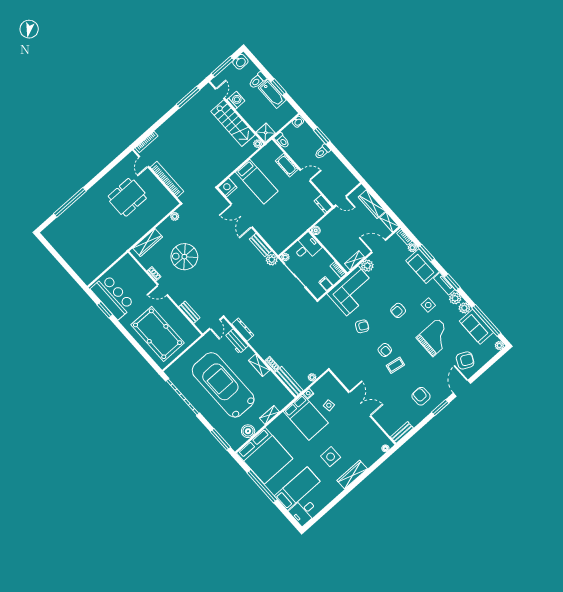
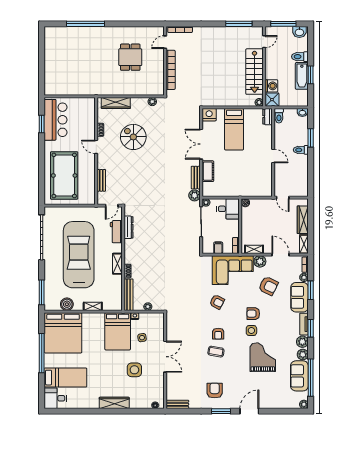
washing machine: (236, 100) -> (271, 86), moved
cot: (287, 165) -> (208, 171), moved
dining table: (127, 197) -> (130, 57), width x0.73
dresser: (323, 204) -> (268, 117), moved
side table: (428, 305) -> (251, 331), moved
grand piano: (435, 337) -> (263, 357), turned -90
armchair: (465, 360) -> (268, 286), moved
side table: (331, 457) -> (134, 370), moved

